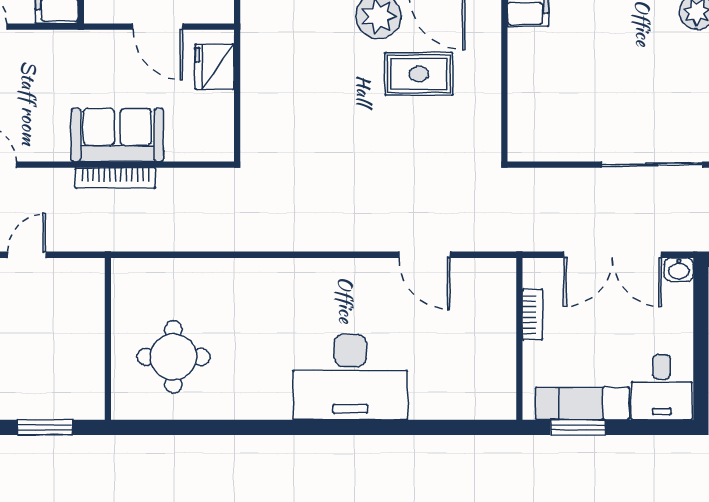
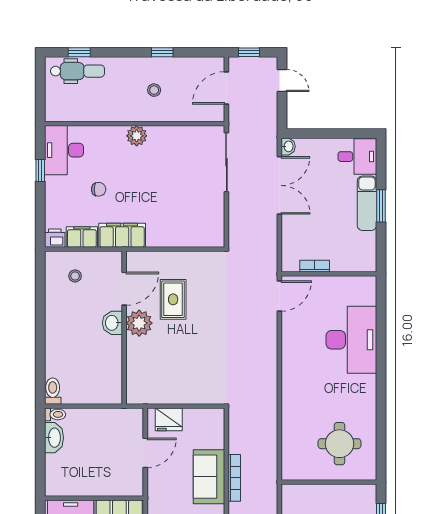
bookcase: (532, 315) -> (315, 266), moved
wall: (519, 339) -> (329, 274), moved

